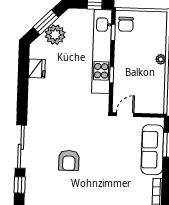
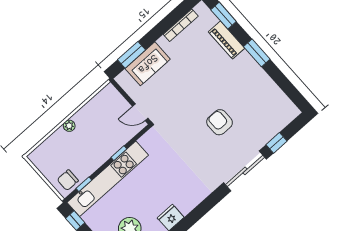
chair: (126, 24) -> (68, 180), turned 180
sofa: (152, 150) -> (148, 64), width x0.73
armchair: (69, 160) -> (220, 122), turned -90

